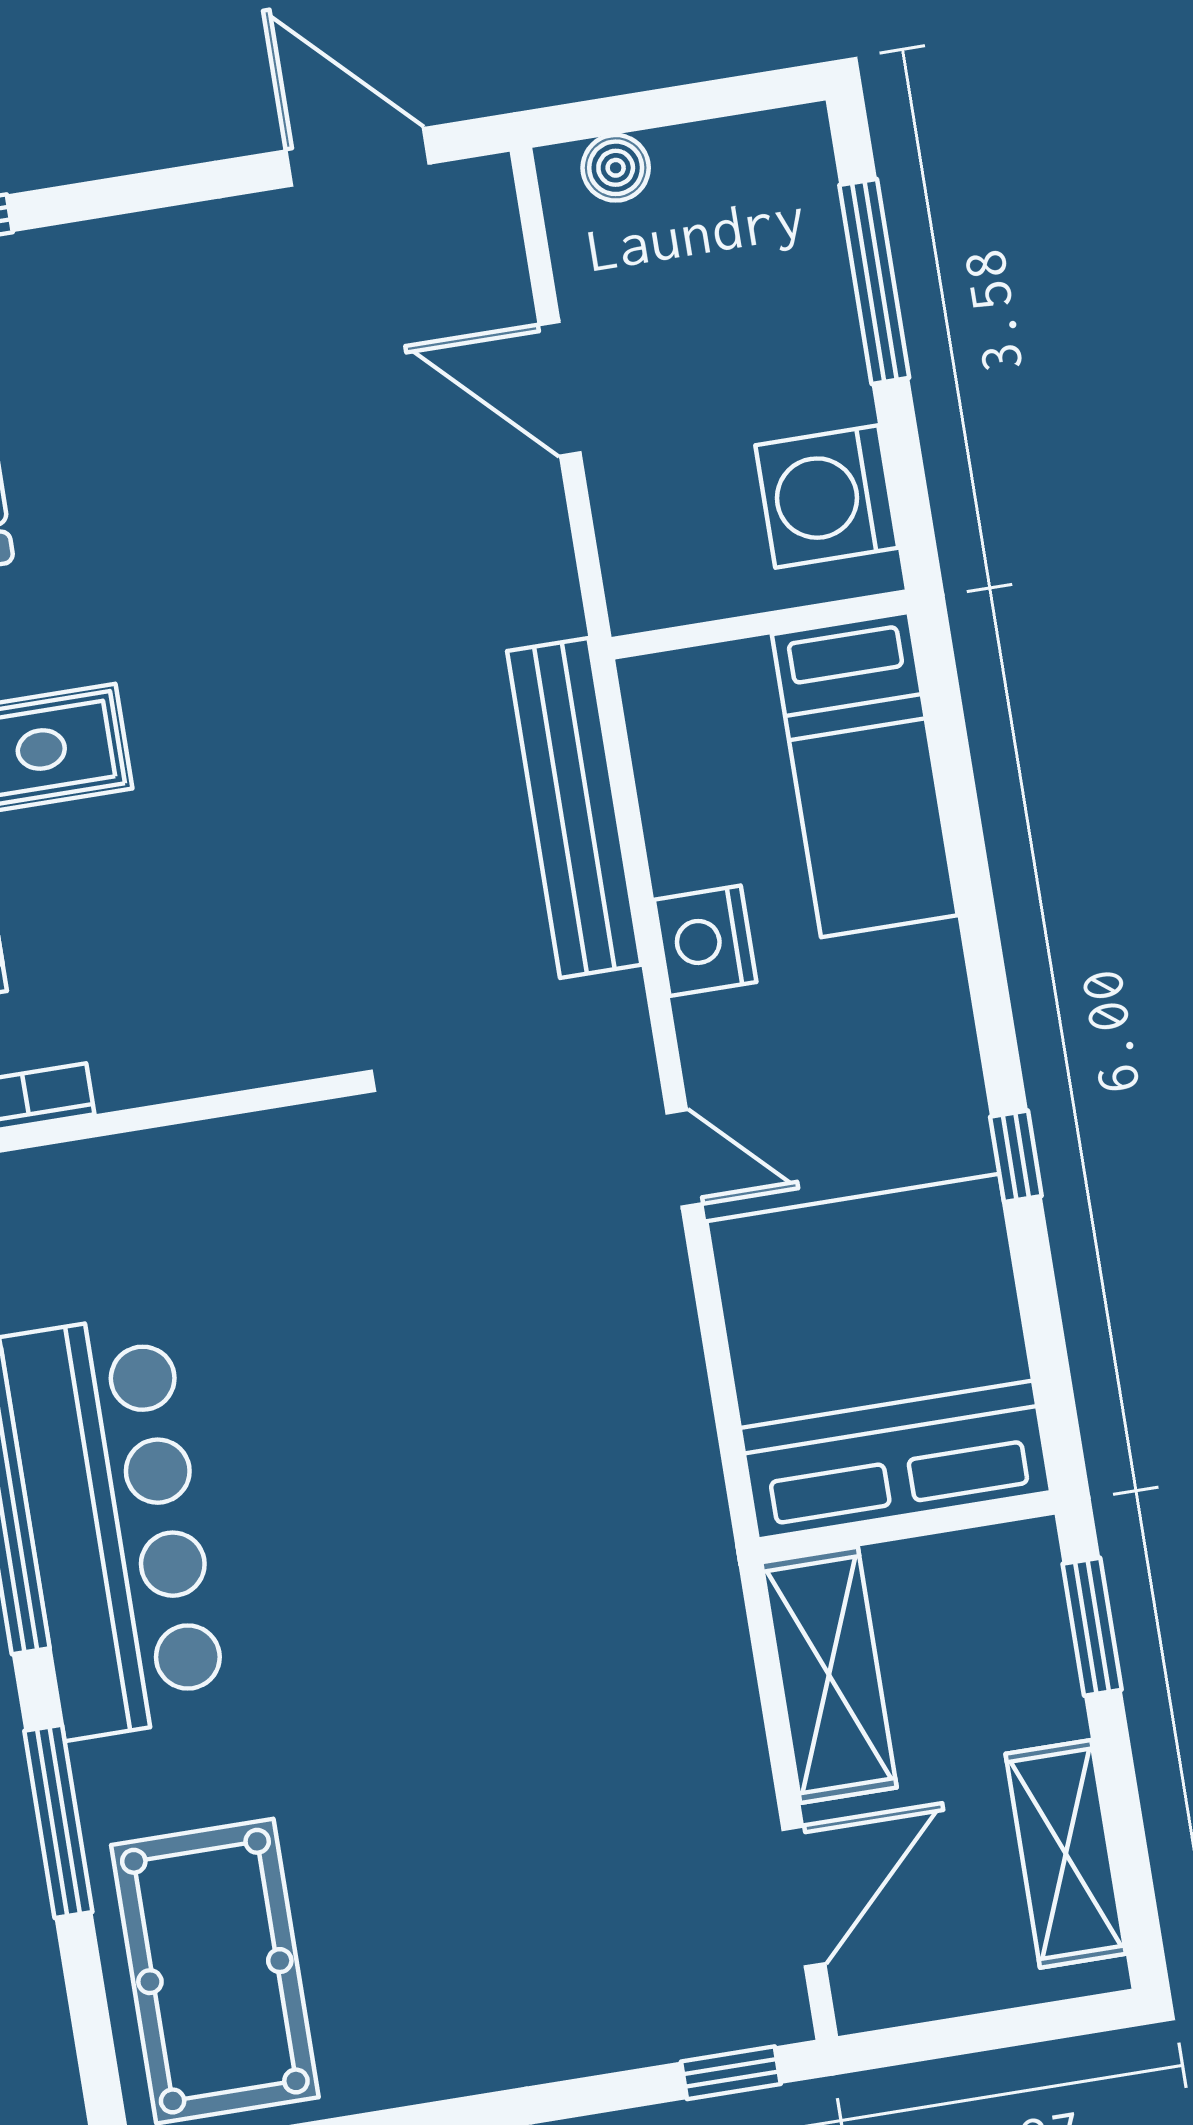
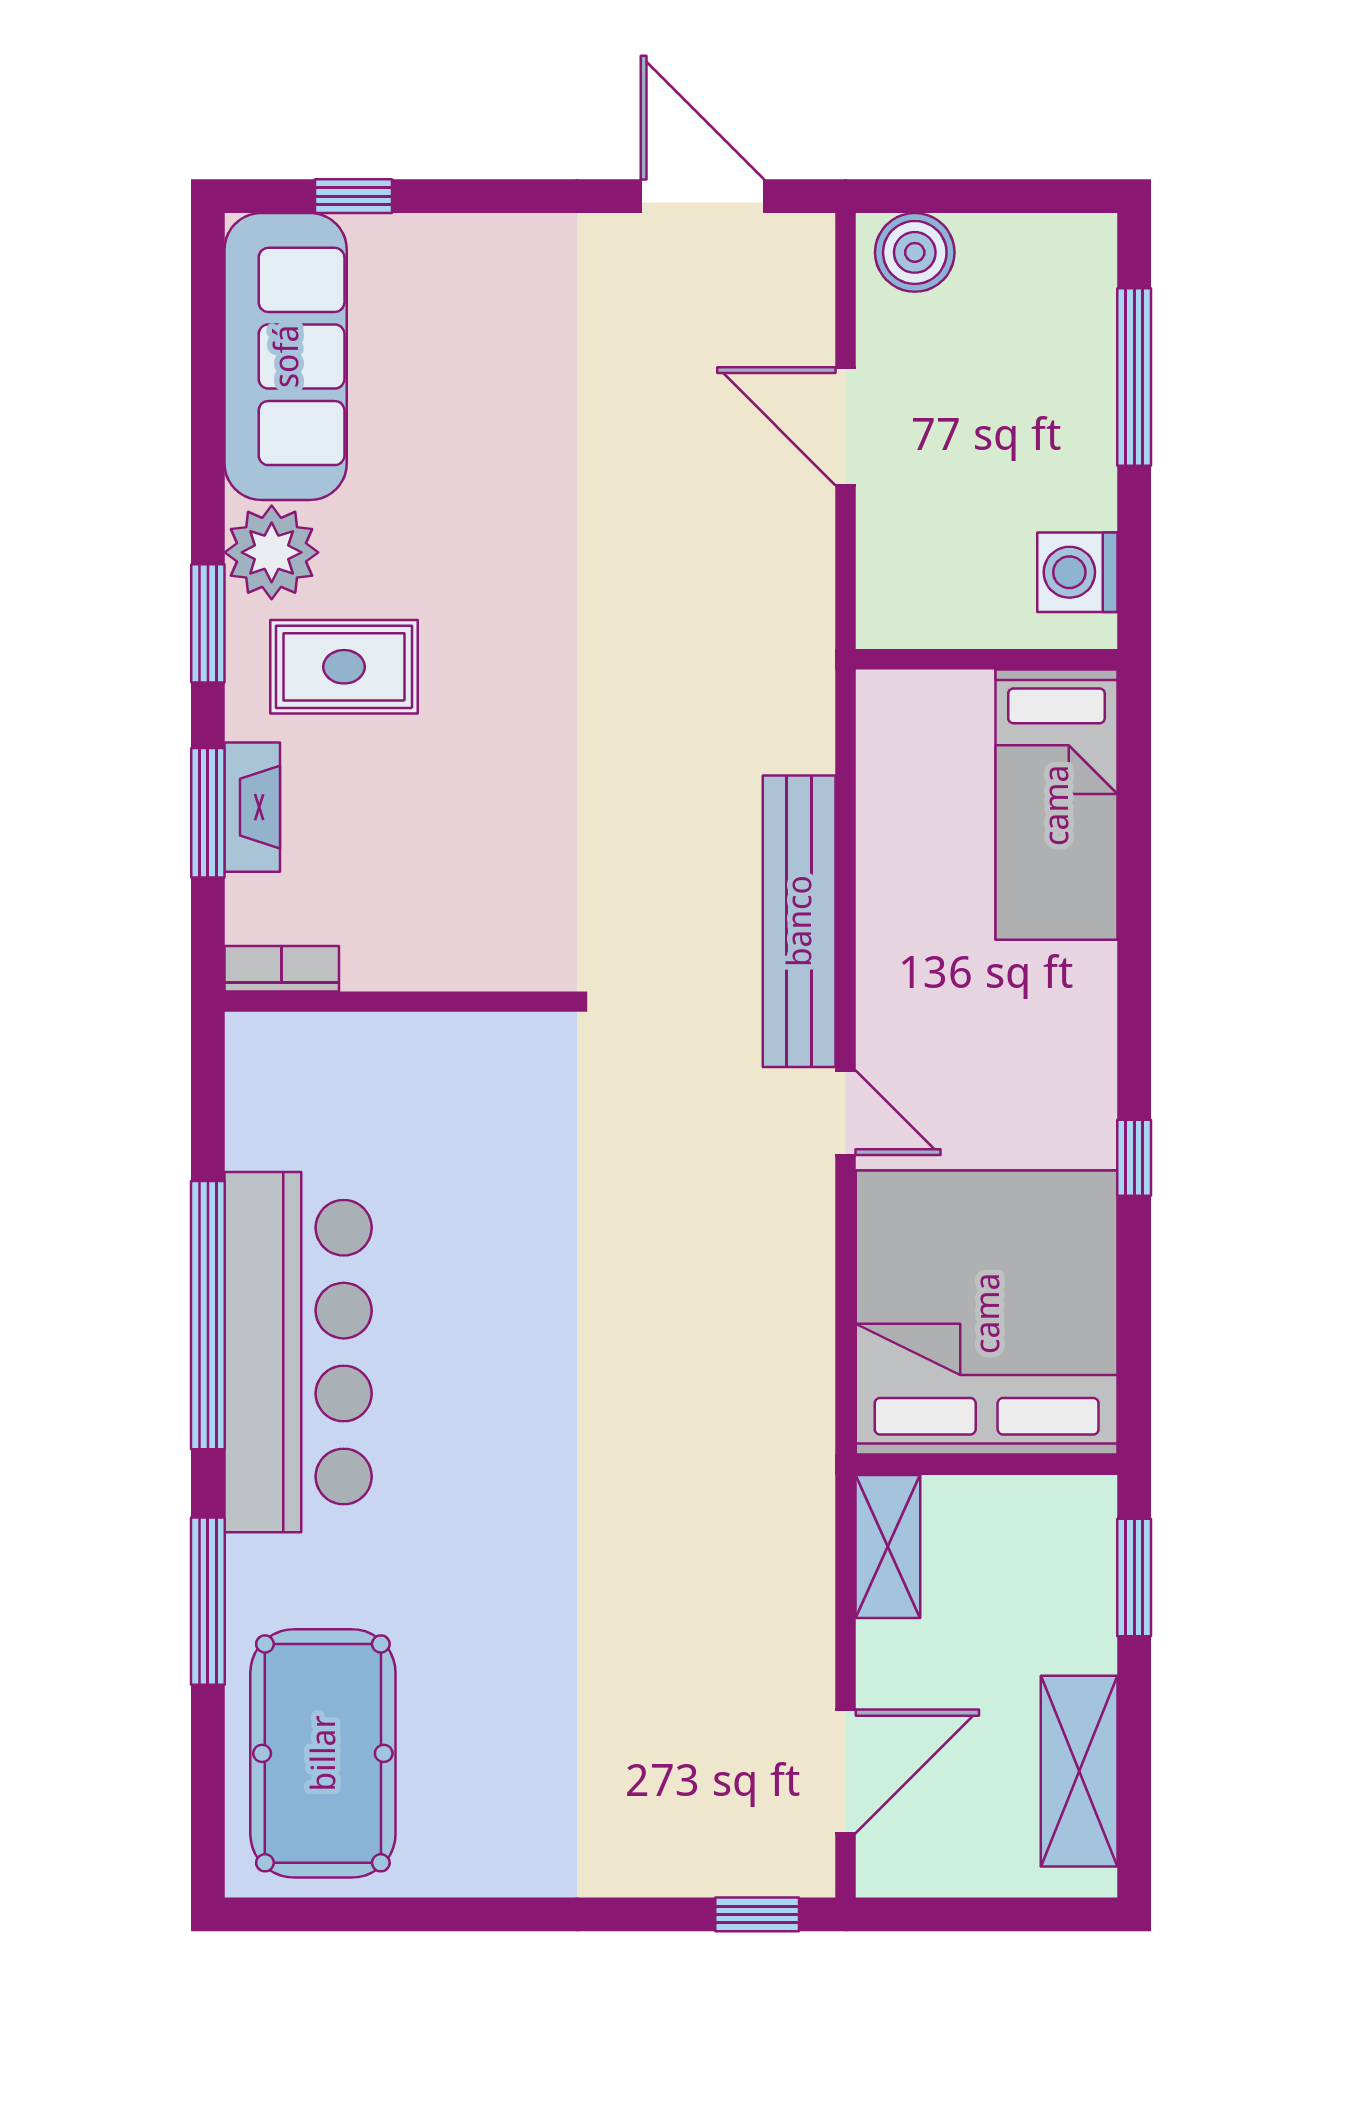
boiler: (616, 168) -> (915, 252), width x1.36, depth x1.36
washing machine: (827, 496) -> (1077, 572), width x0.73, depth x0.73
bench: (574, 808) -> (799, 921), moved
nightstand: (705, 941) -> (894, 927), removed
shelving: (829, 1675) -> (888, 1546), width x0.67, depth x0.75

